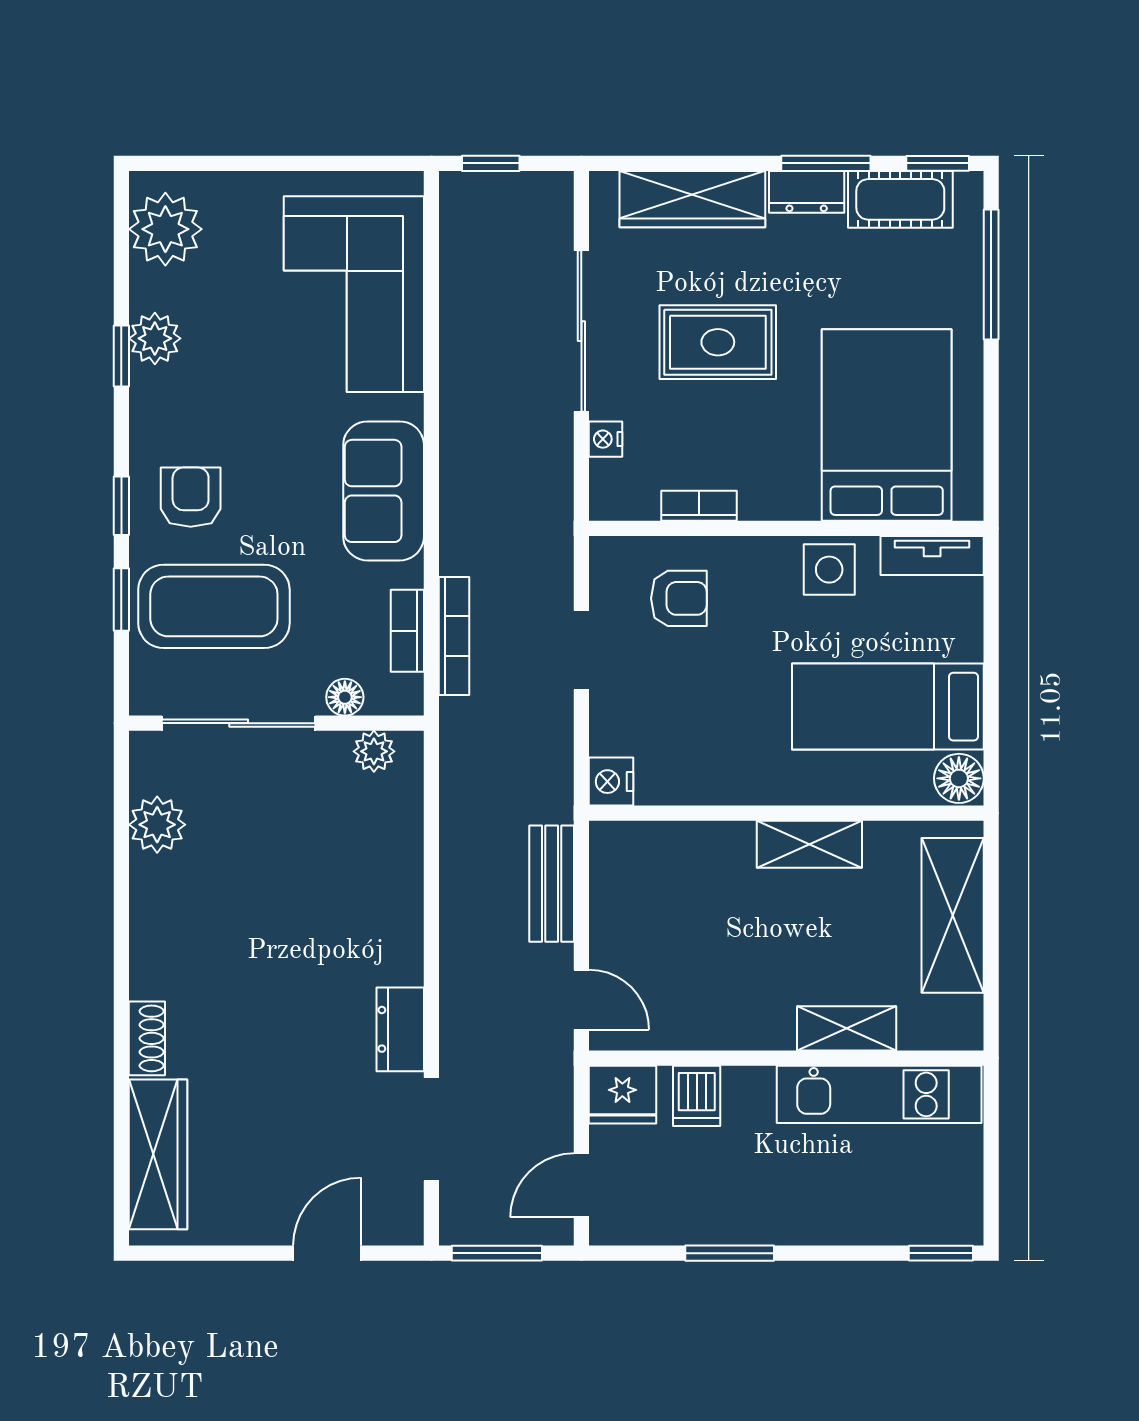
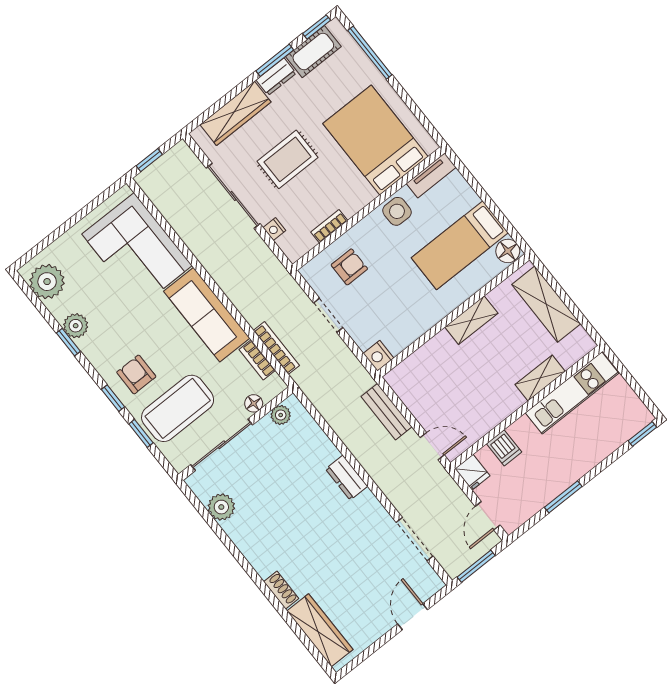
sofa: (384, 491) -> (207, 315), width x1.36
dresser: (400, 1029) -> (347, 478), moved
fridge: (622, 1095) -> (472, 472), width x0.72

